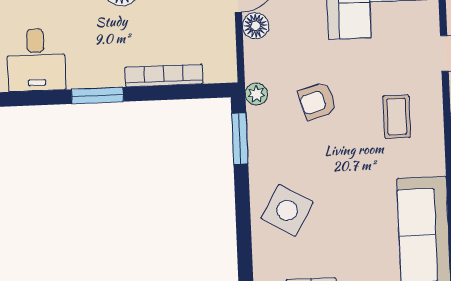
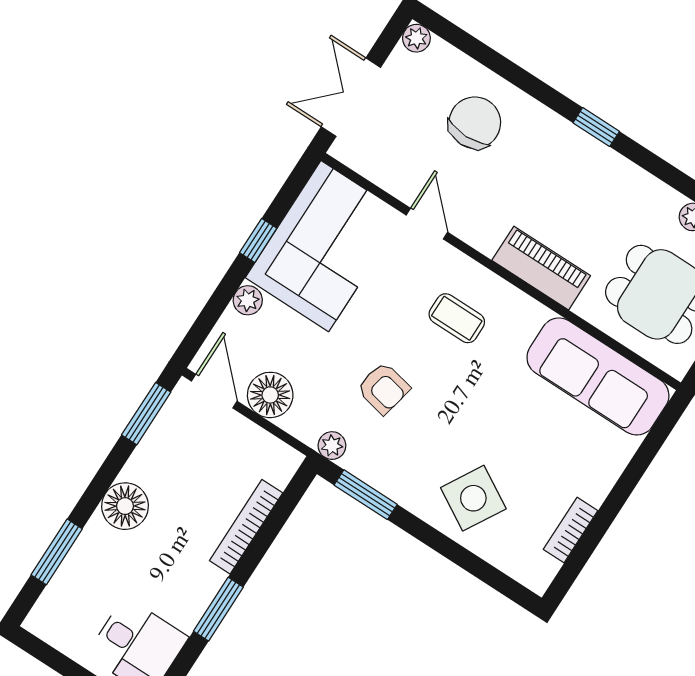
floor lamp: (256, 26) -> (270, 395), width x1.38, depth x1.38
armchair: (317, 101) -> (383, 388), turned -62

